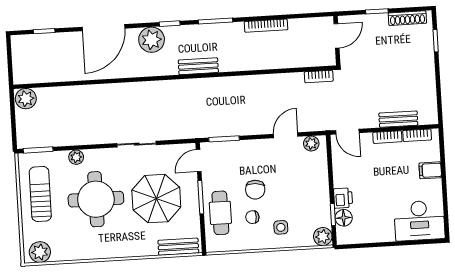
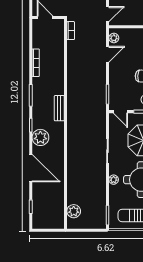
plant: (26, 99) -> (74, 211), moved
door: (286, 135) -> (107, 54), swing flipped
plant: (76, 157) -> (114, 180), moved

